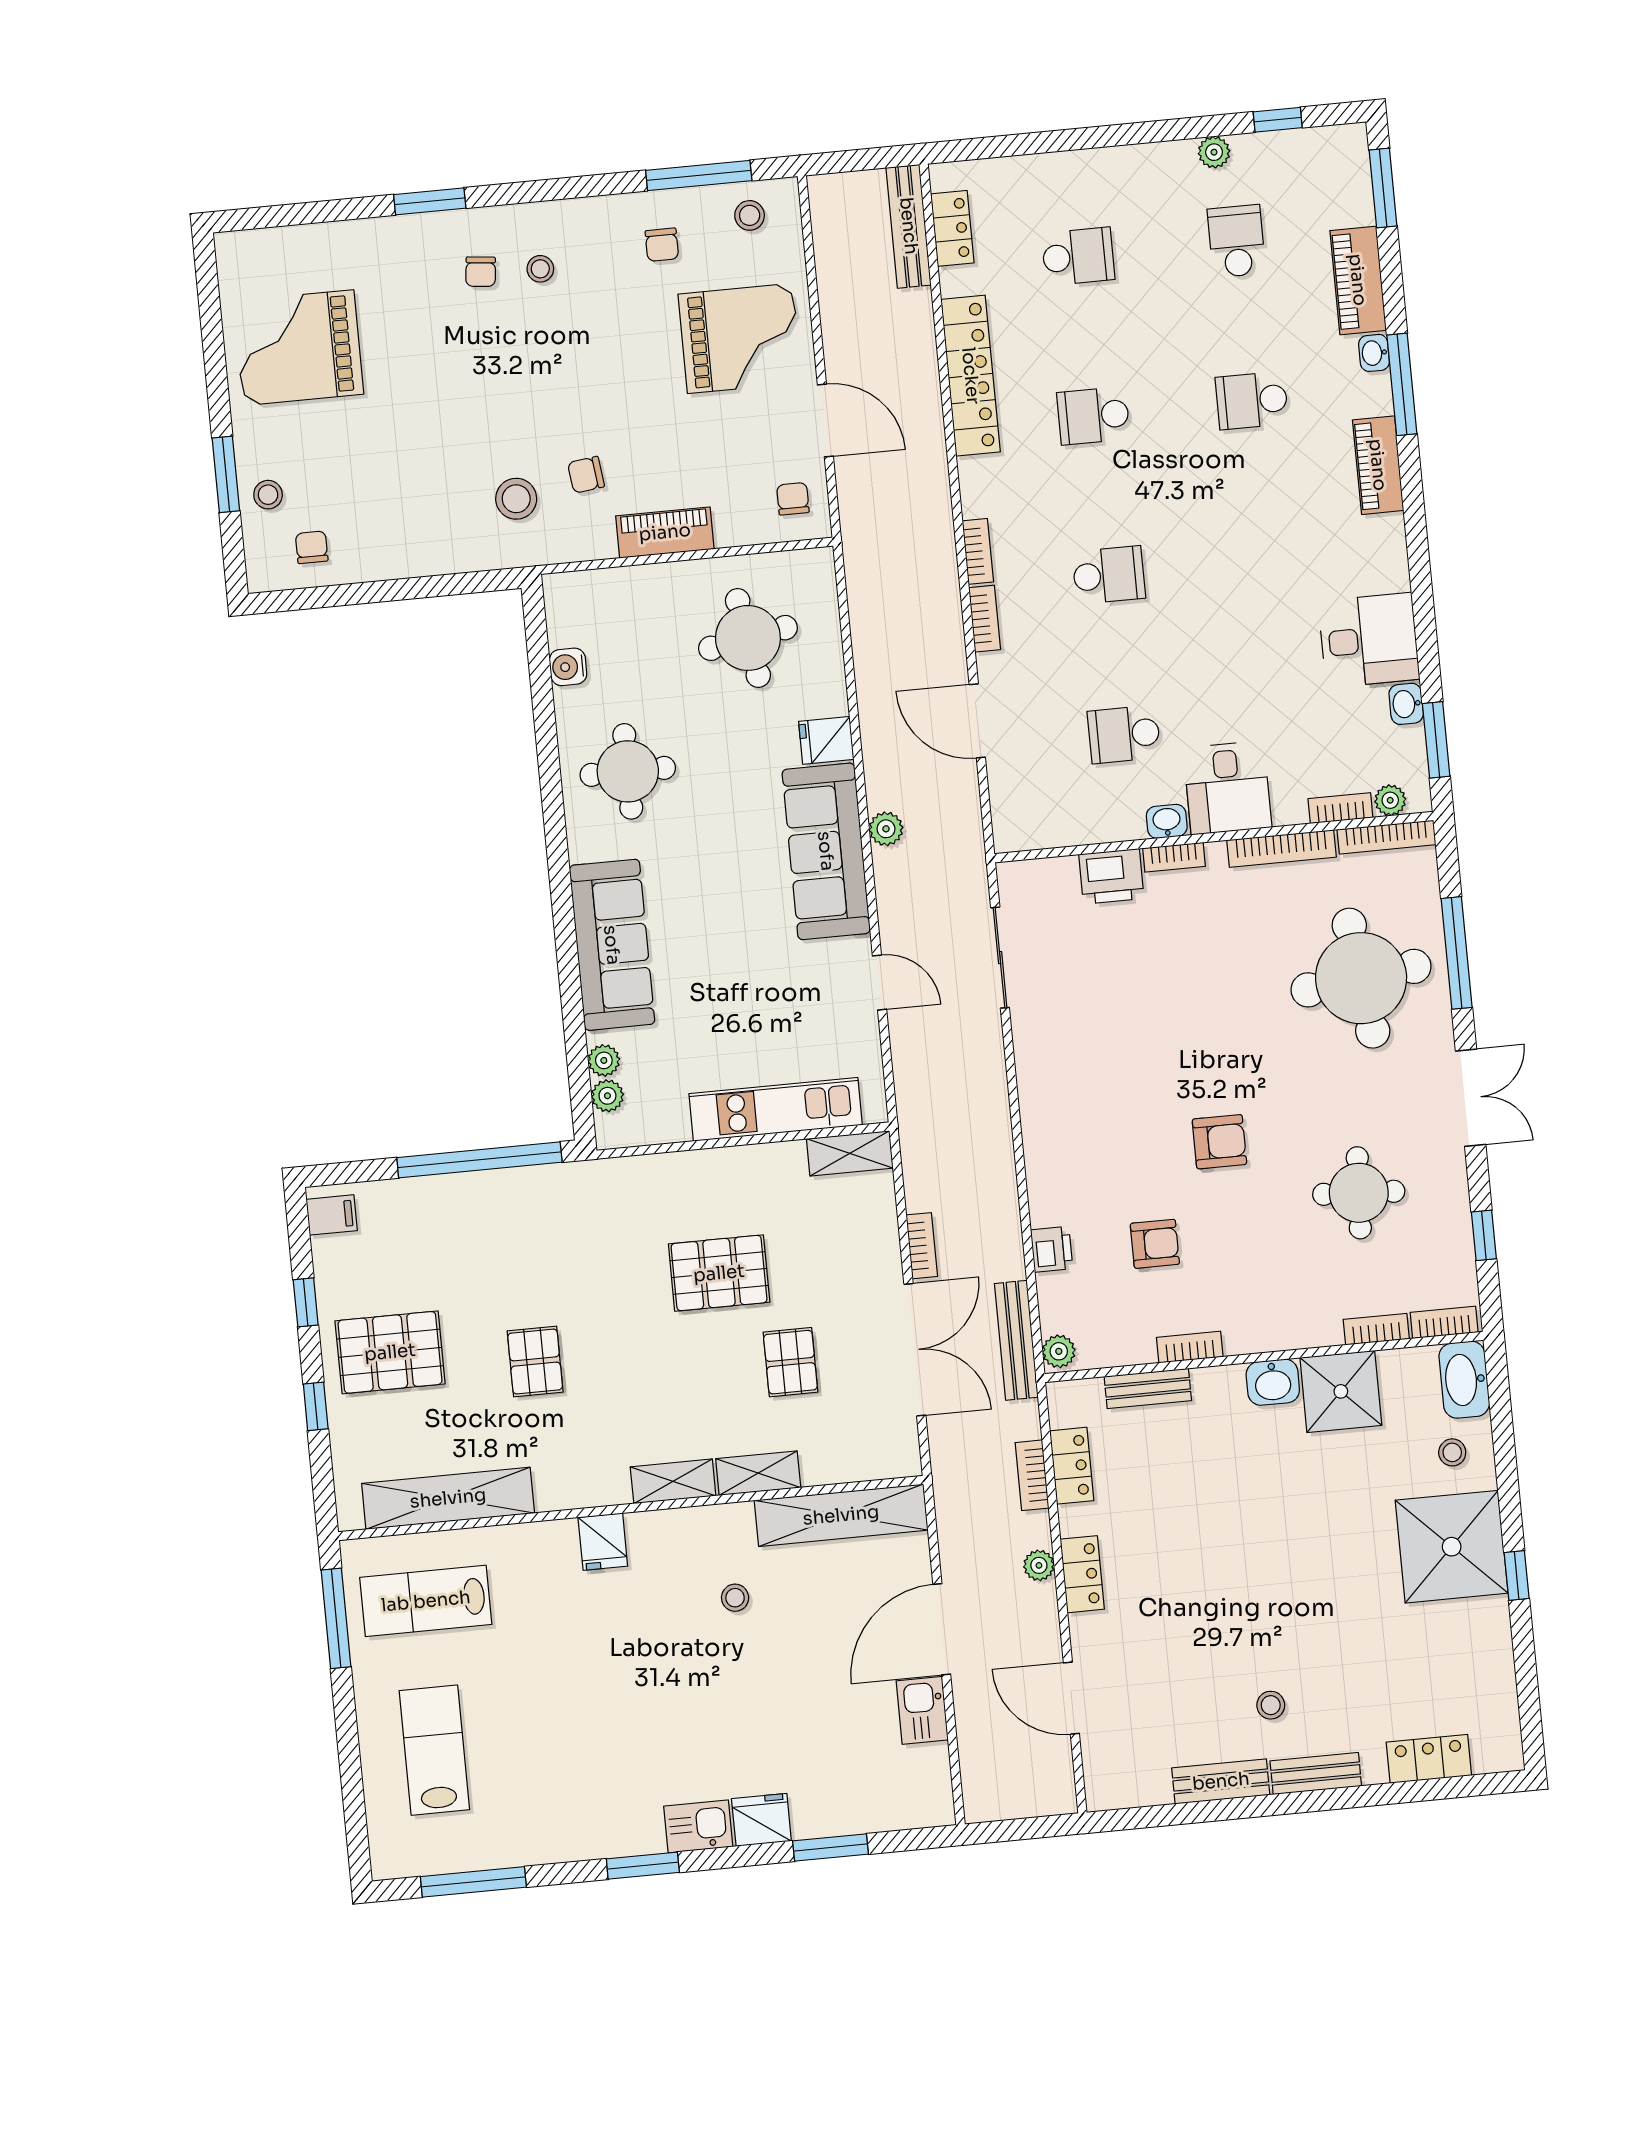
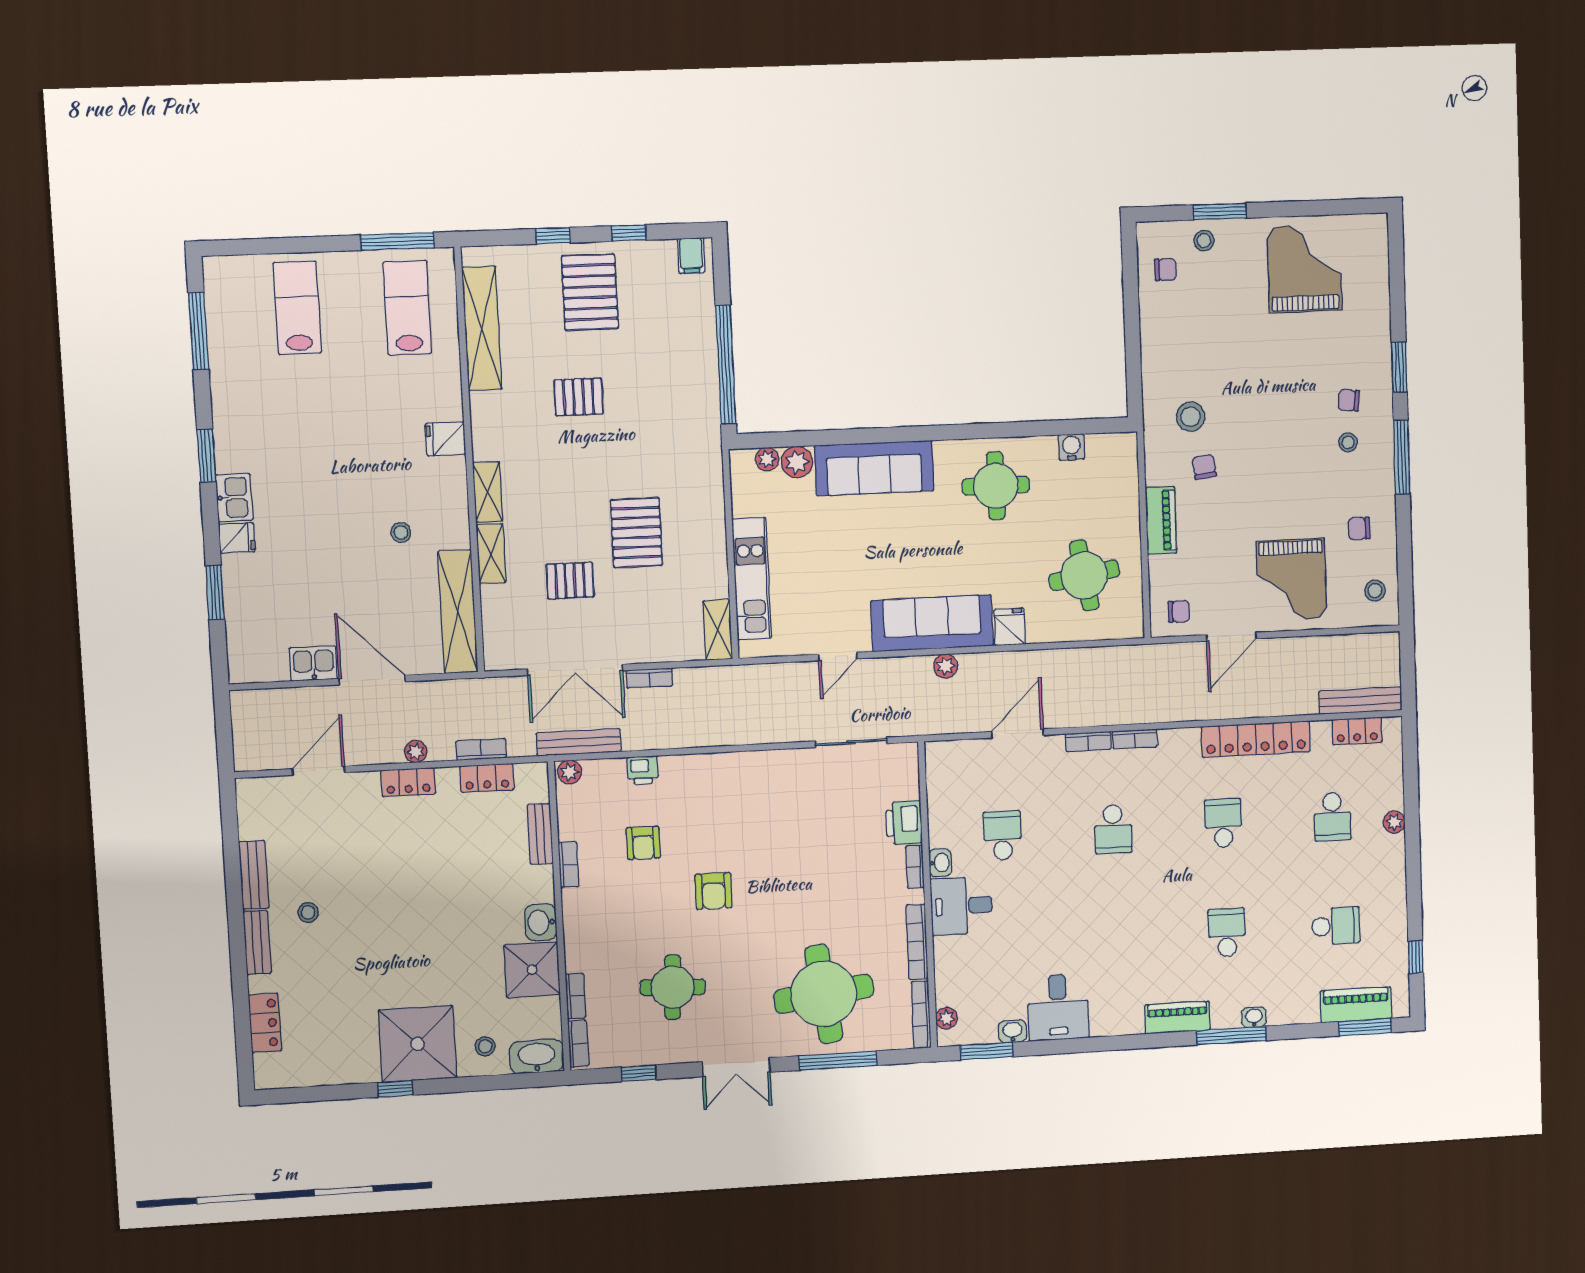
plant: (1214, 152) -> (1394, 822), moved
window: (699, 175) -> (1402, 457), moved
piano: (1358, 280) -> (1356, 1005), moved
bookcase: (1340, 808) -> (943, 984), removed
plant: (604, 1060) -> (797, 462), width x1.38, depth x1.38
lab bench: (434, 1750) -> (297, 308), turned -90
fridge: (761, 1820) -> (237, 538), width x0.72

